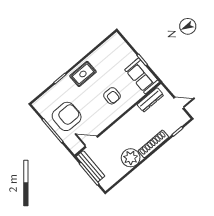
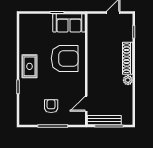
armchair: (112, 96) -> (65, 58), width x1.88, depth x1.88
dresser: (150, 100) -> (92, 32), removed
armchair: (67, 116) -> (51, 106), width x0.53, depth x0.53
plant: (131, 158) -> (128, 80), width x0.53, depth x0.53

